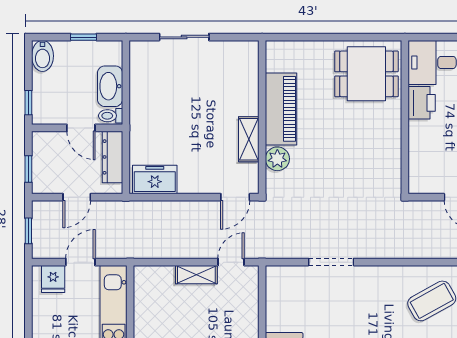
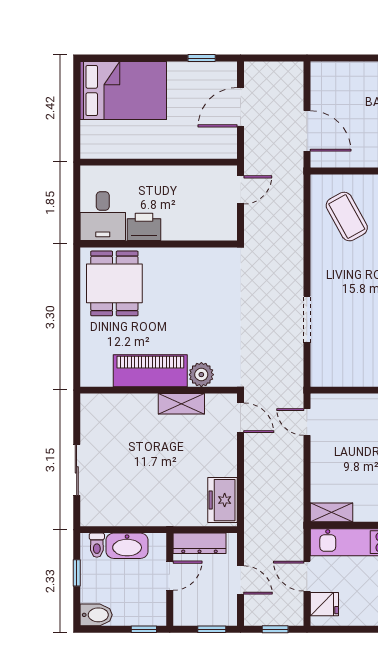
toilet: (111, 116) -> (97, 545), moved
shelving: (196, 275) -> (332, 512), moved, turned 90

